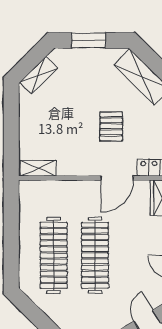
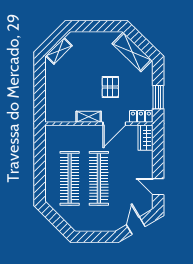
window: (89, 40) -> (94, 26), removed
shelving: (38, 168) -> (89, 117), moved

